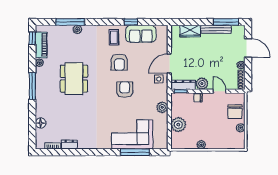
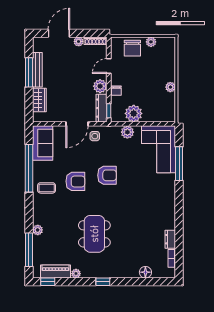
window: (70, 22) -> (29, 250), moved
window: (131, 22) -> (29, 168), width x3.17
window: (226, 22) -> (29, 72), moved
sofa: (141, 34) -> (43, 143), moved
door: (169, 64) -> (77, 124), hinge flipped
dining table: (74, 79) -> (94, 234), turned 90
window: (32, 86) -> (103, 282), width x0.46
armchair: (125, 90) -> (107, 175), turned 180
chair: (235, 112) -> (132, 48), turned 90
plant: (178, 125) -> (134, 113), moved
corner sofa: (132, 134) -> (159, 149), moved

